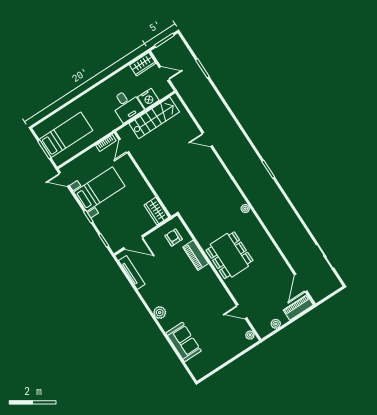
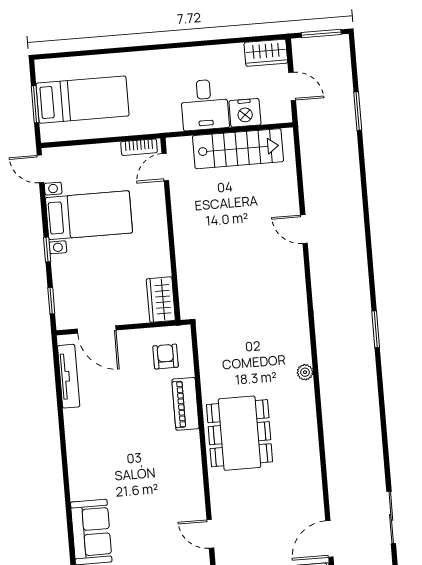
plant: (160, 313) -> (79, 464), removed

